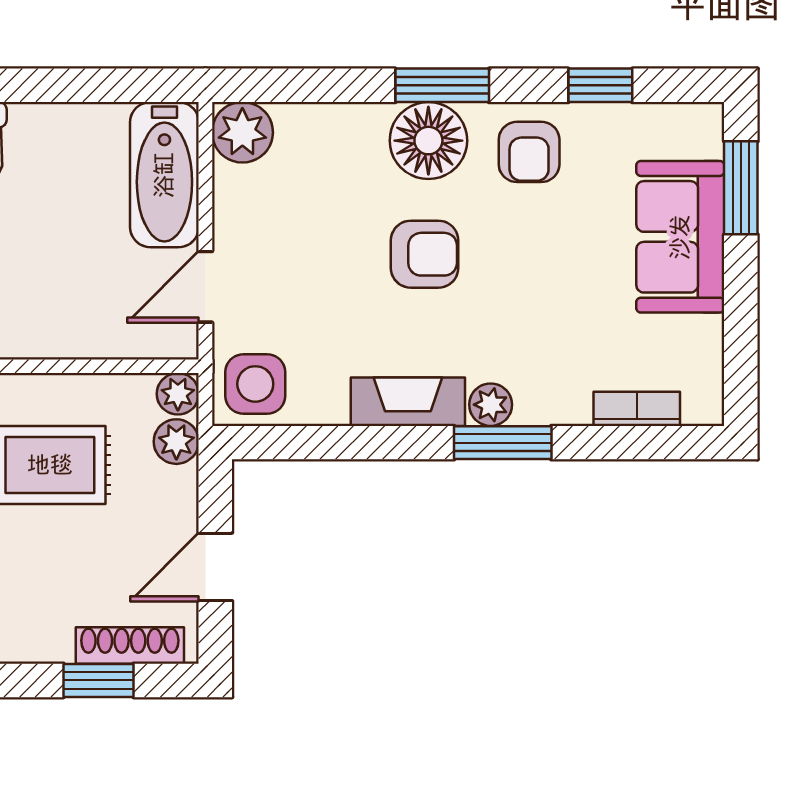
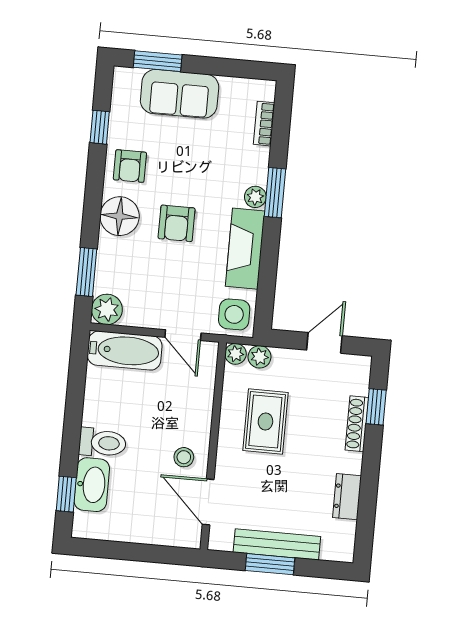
window: (442, 85) -> (86, 272), moved
armchair: (529, 152) -> (130, 166), turned 90
armchair: (425, 254) -> (177, 223), turned 180
fireplace: (408, 402) -> (245, 249), width x1.37, depth x1.32
door: (215, 567) -> (324, 343), swing flipped
shoe rack: (130, 645) -> (357, 424), moved

